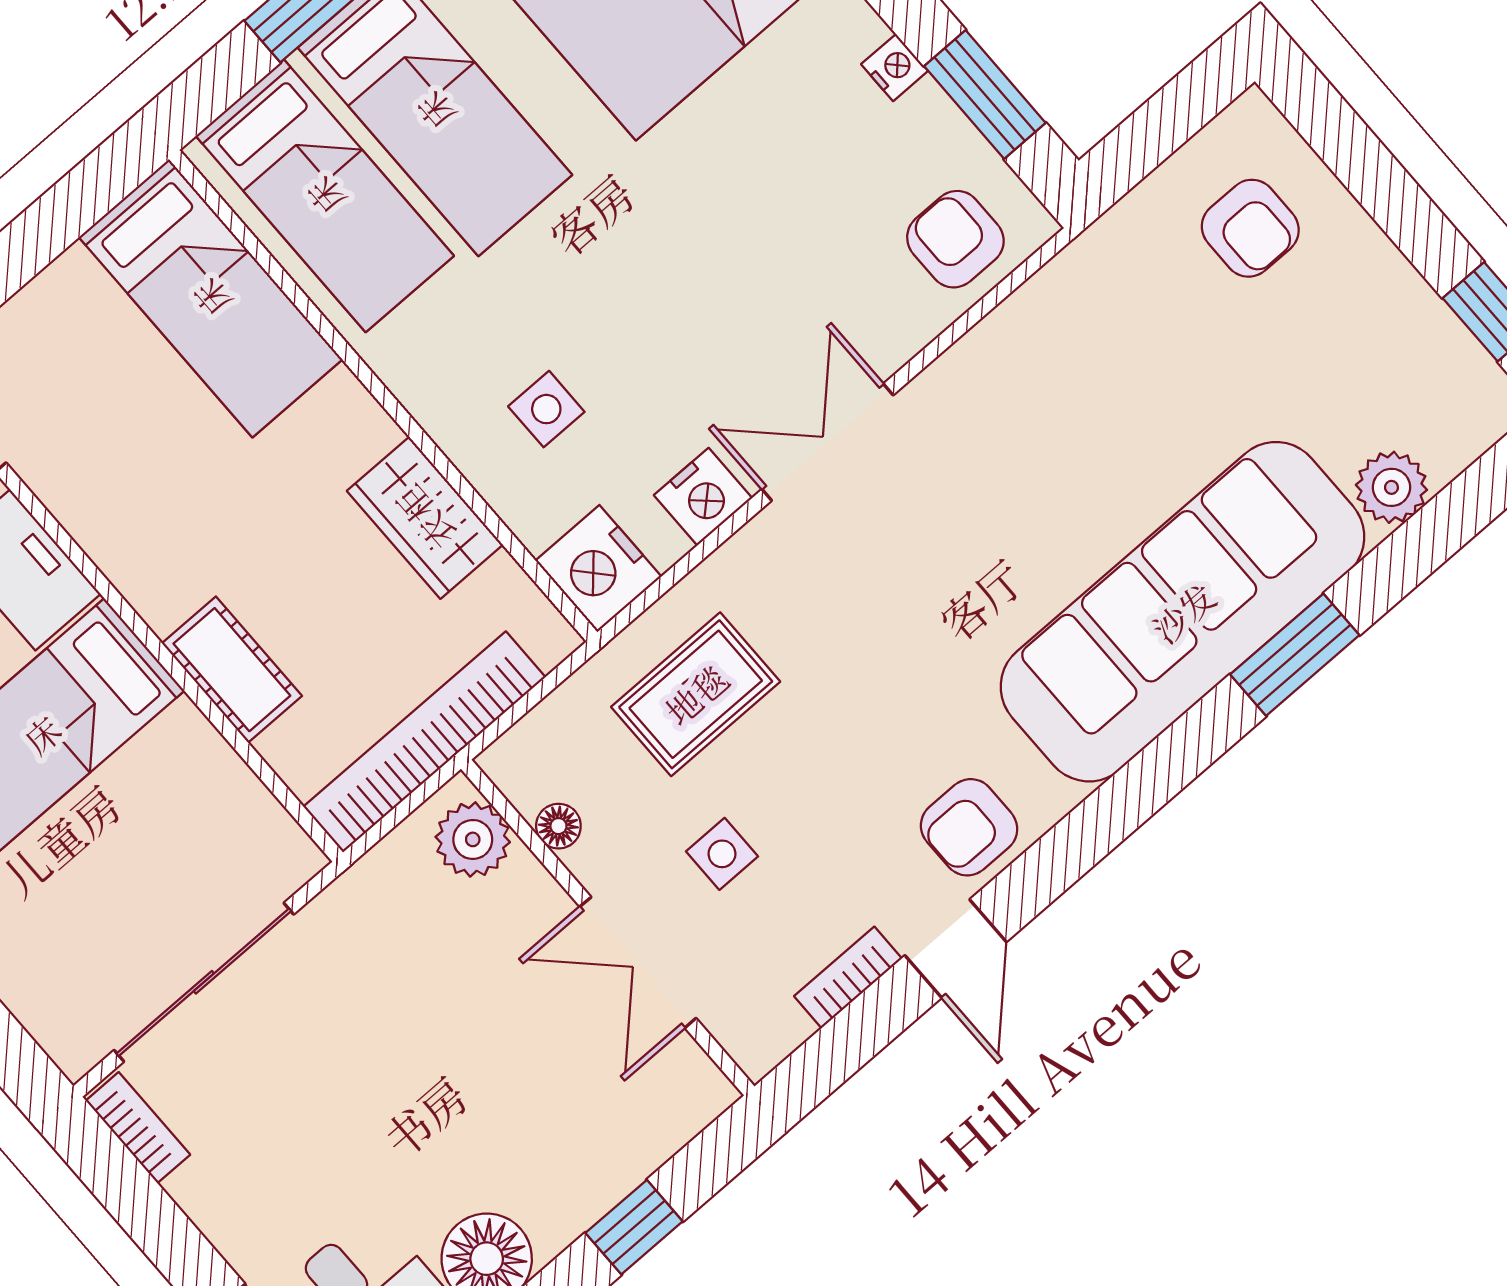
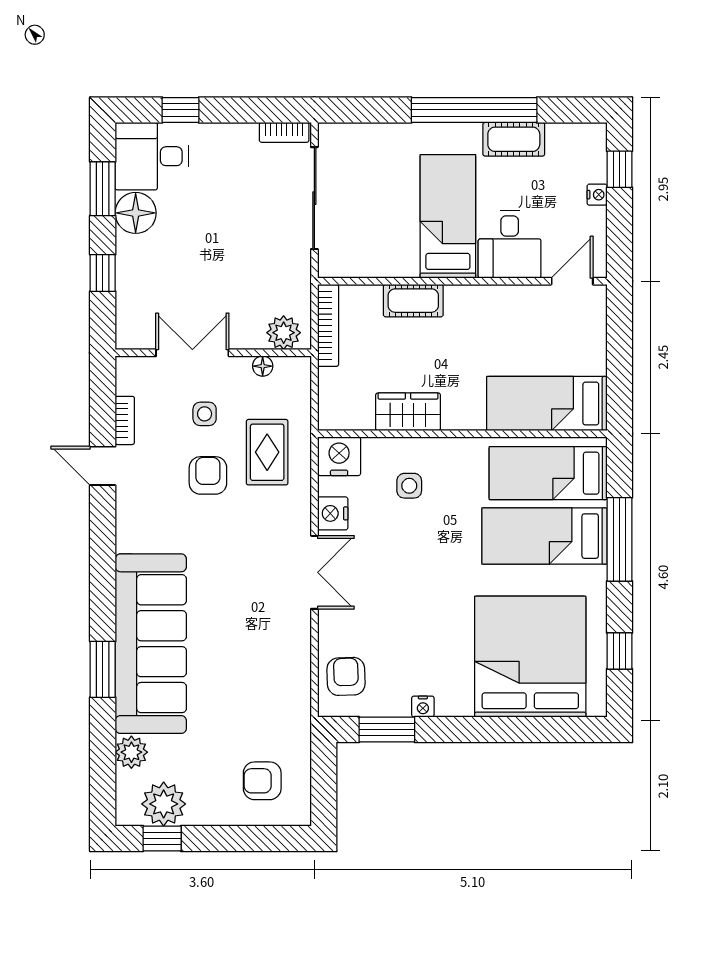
armchair: (955, 239) -> (346, 676), turned -92
plant: (1431, 359) -> (164, 804), added
bookcase: (424, 742) -> (328, 325), width x0.68, depth x0.76
armchair: (969, 827) -> (208, 475), moved

